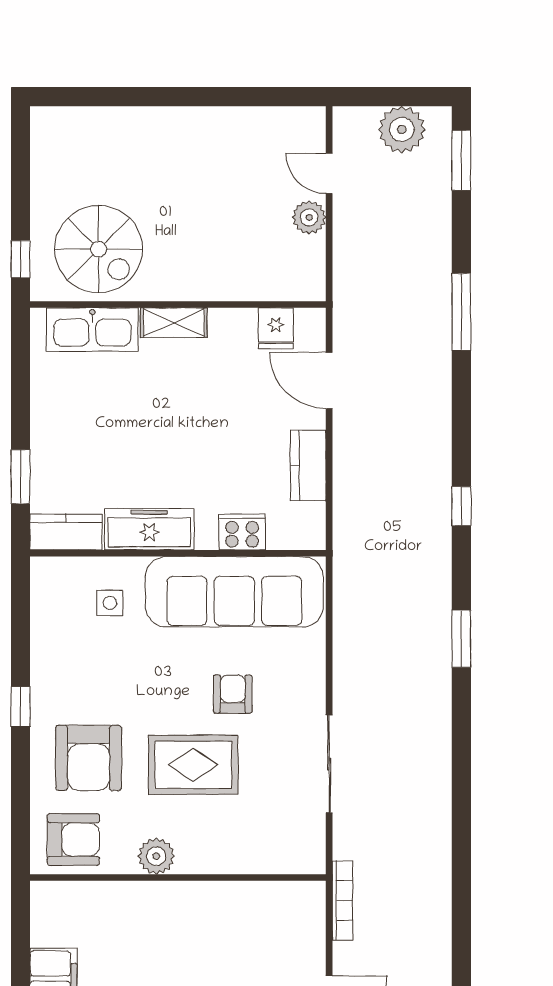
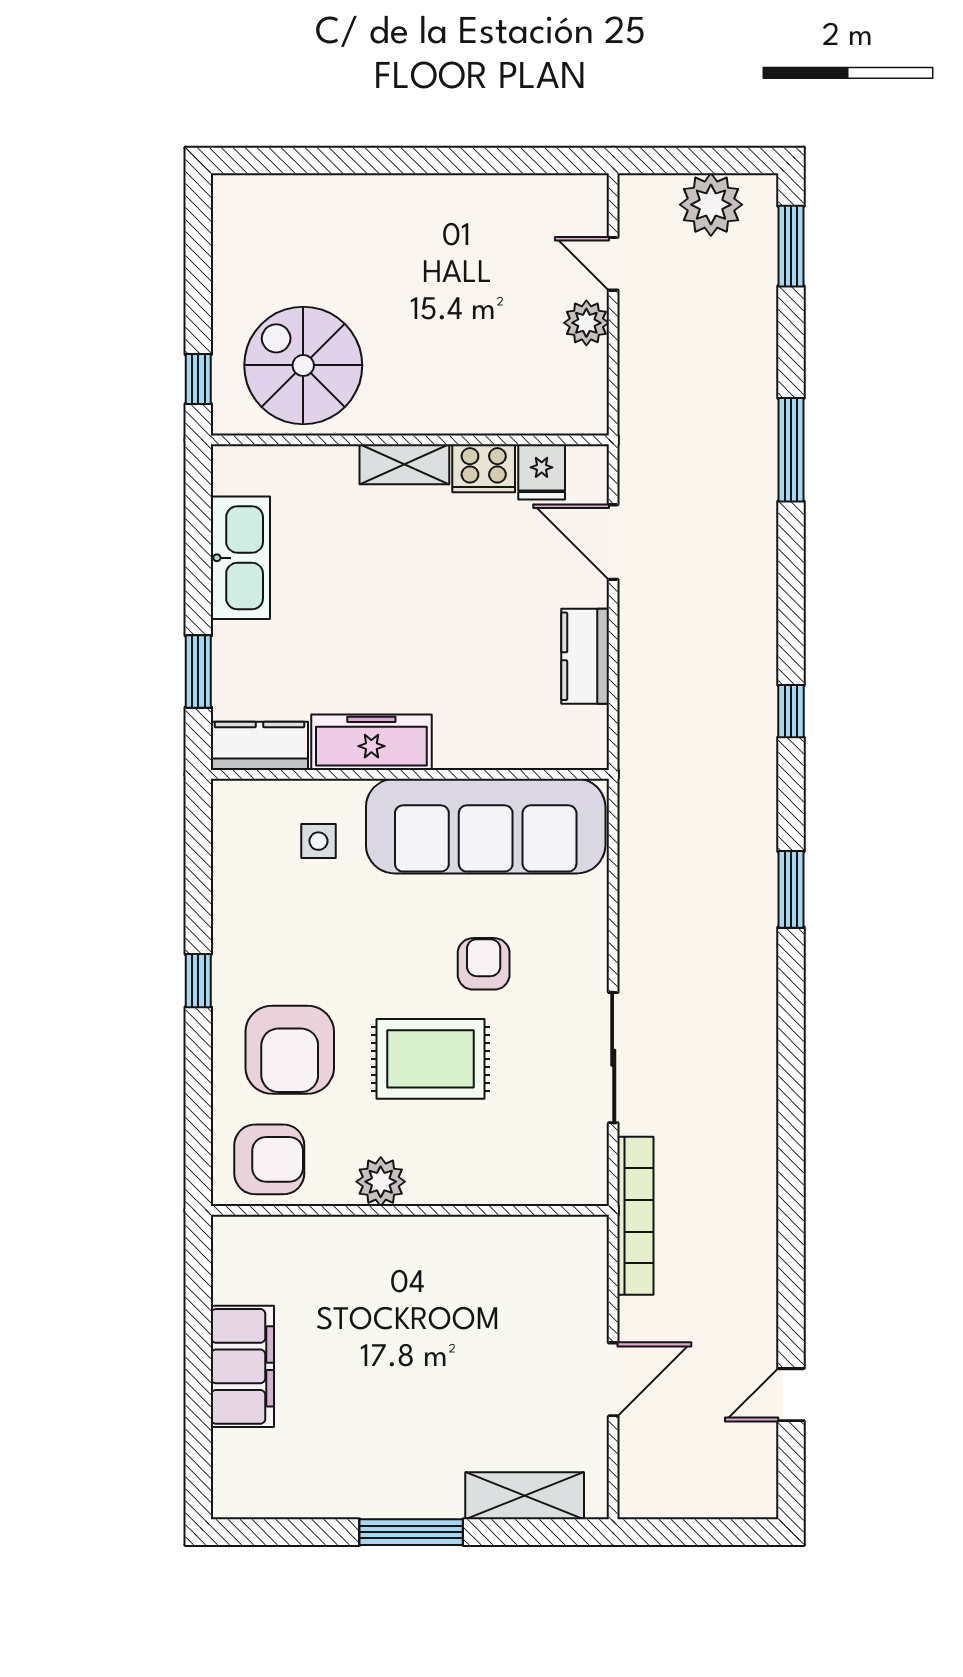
spiral stairs: (99, 249) -> (303, 365), turned 180
kitchen sink: (92, 330) -> (240, 558), moved, turned -90
cooker: (242, 532) -> (484, 468), moved, turned 180
bookcase: (342, 901) -> (635, 1216), width x1.48, depth x1.31

